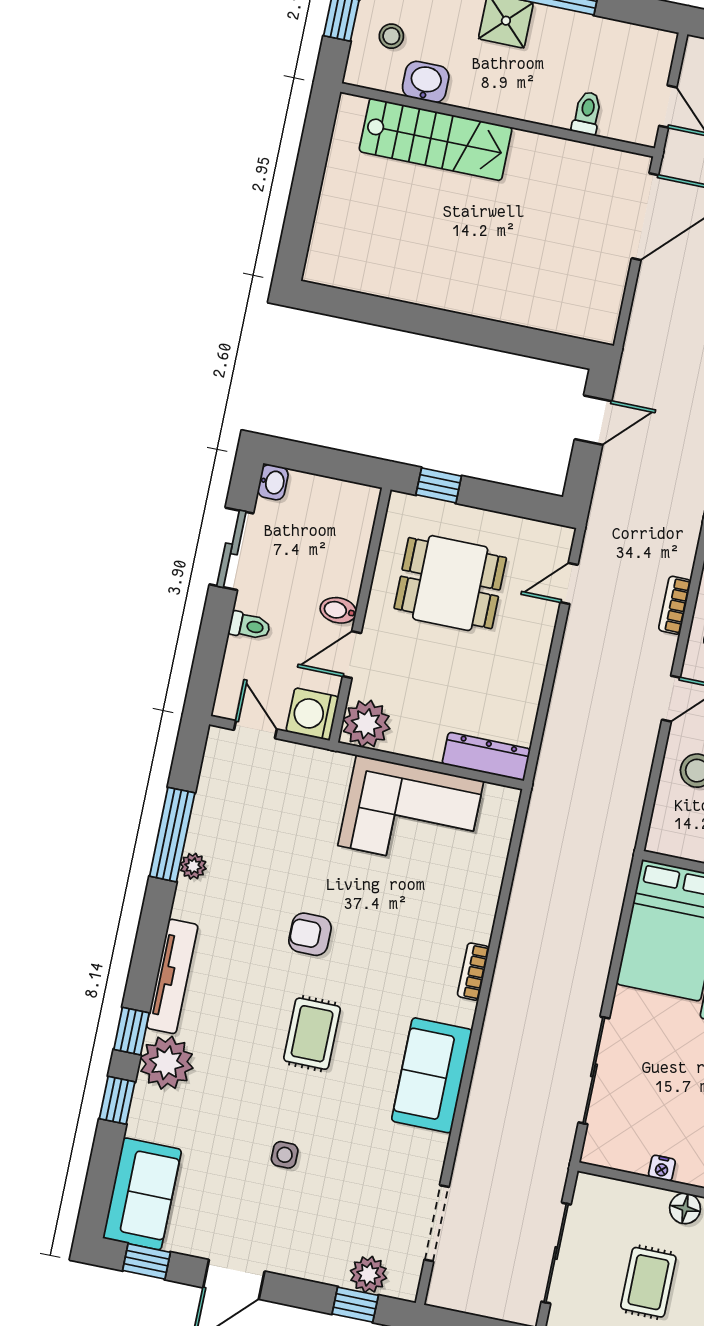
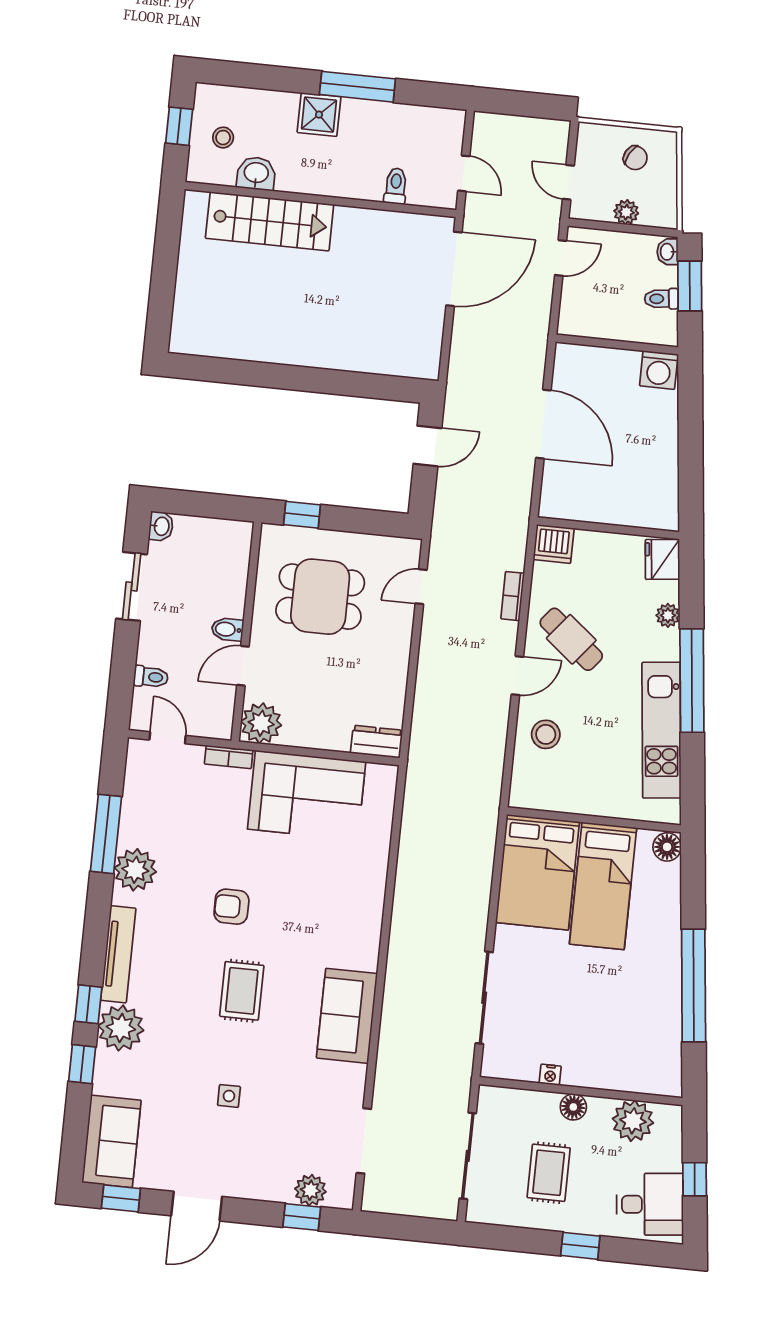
toilet: (250, 626) -> (151, 677), moved
washing machine: (312, 714) -> (214, 720), removed
dresser: (486, 756) -> (377, 742), width x0.70
plant: (193, 866) -> (135, 870), width x1.88, depth x1.88
bookcase: (473, 972) -> (229, 757), moved, turned -90

